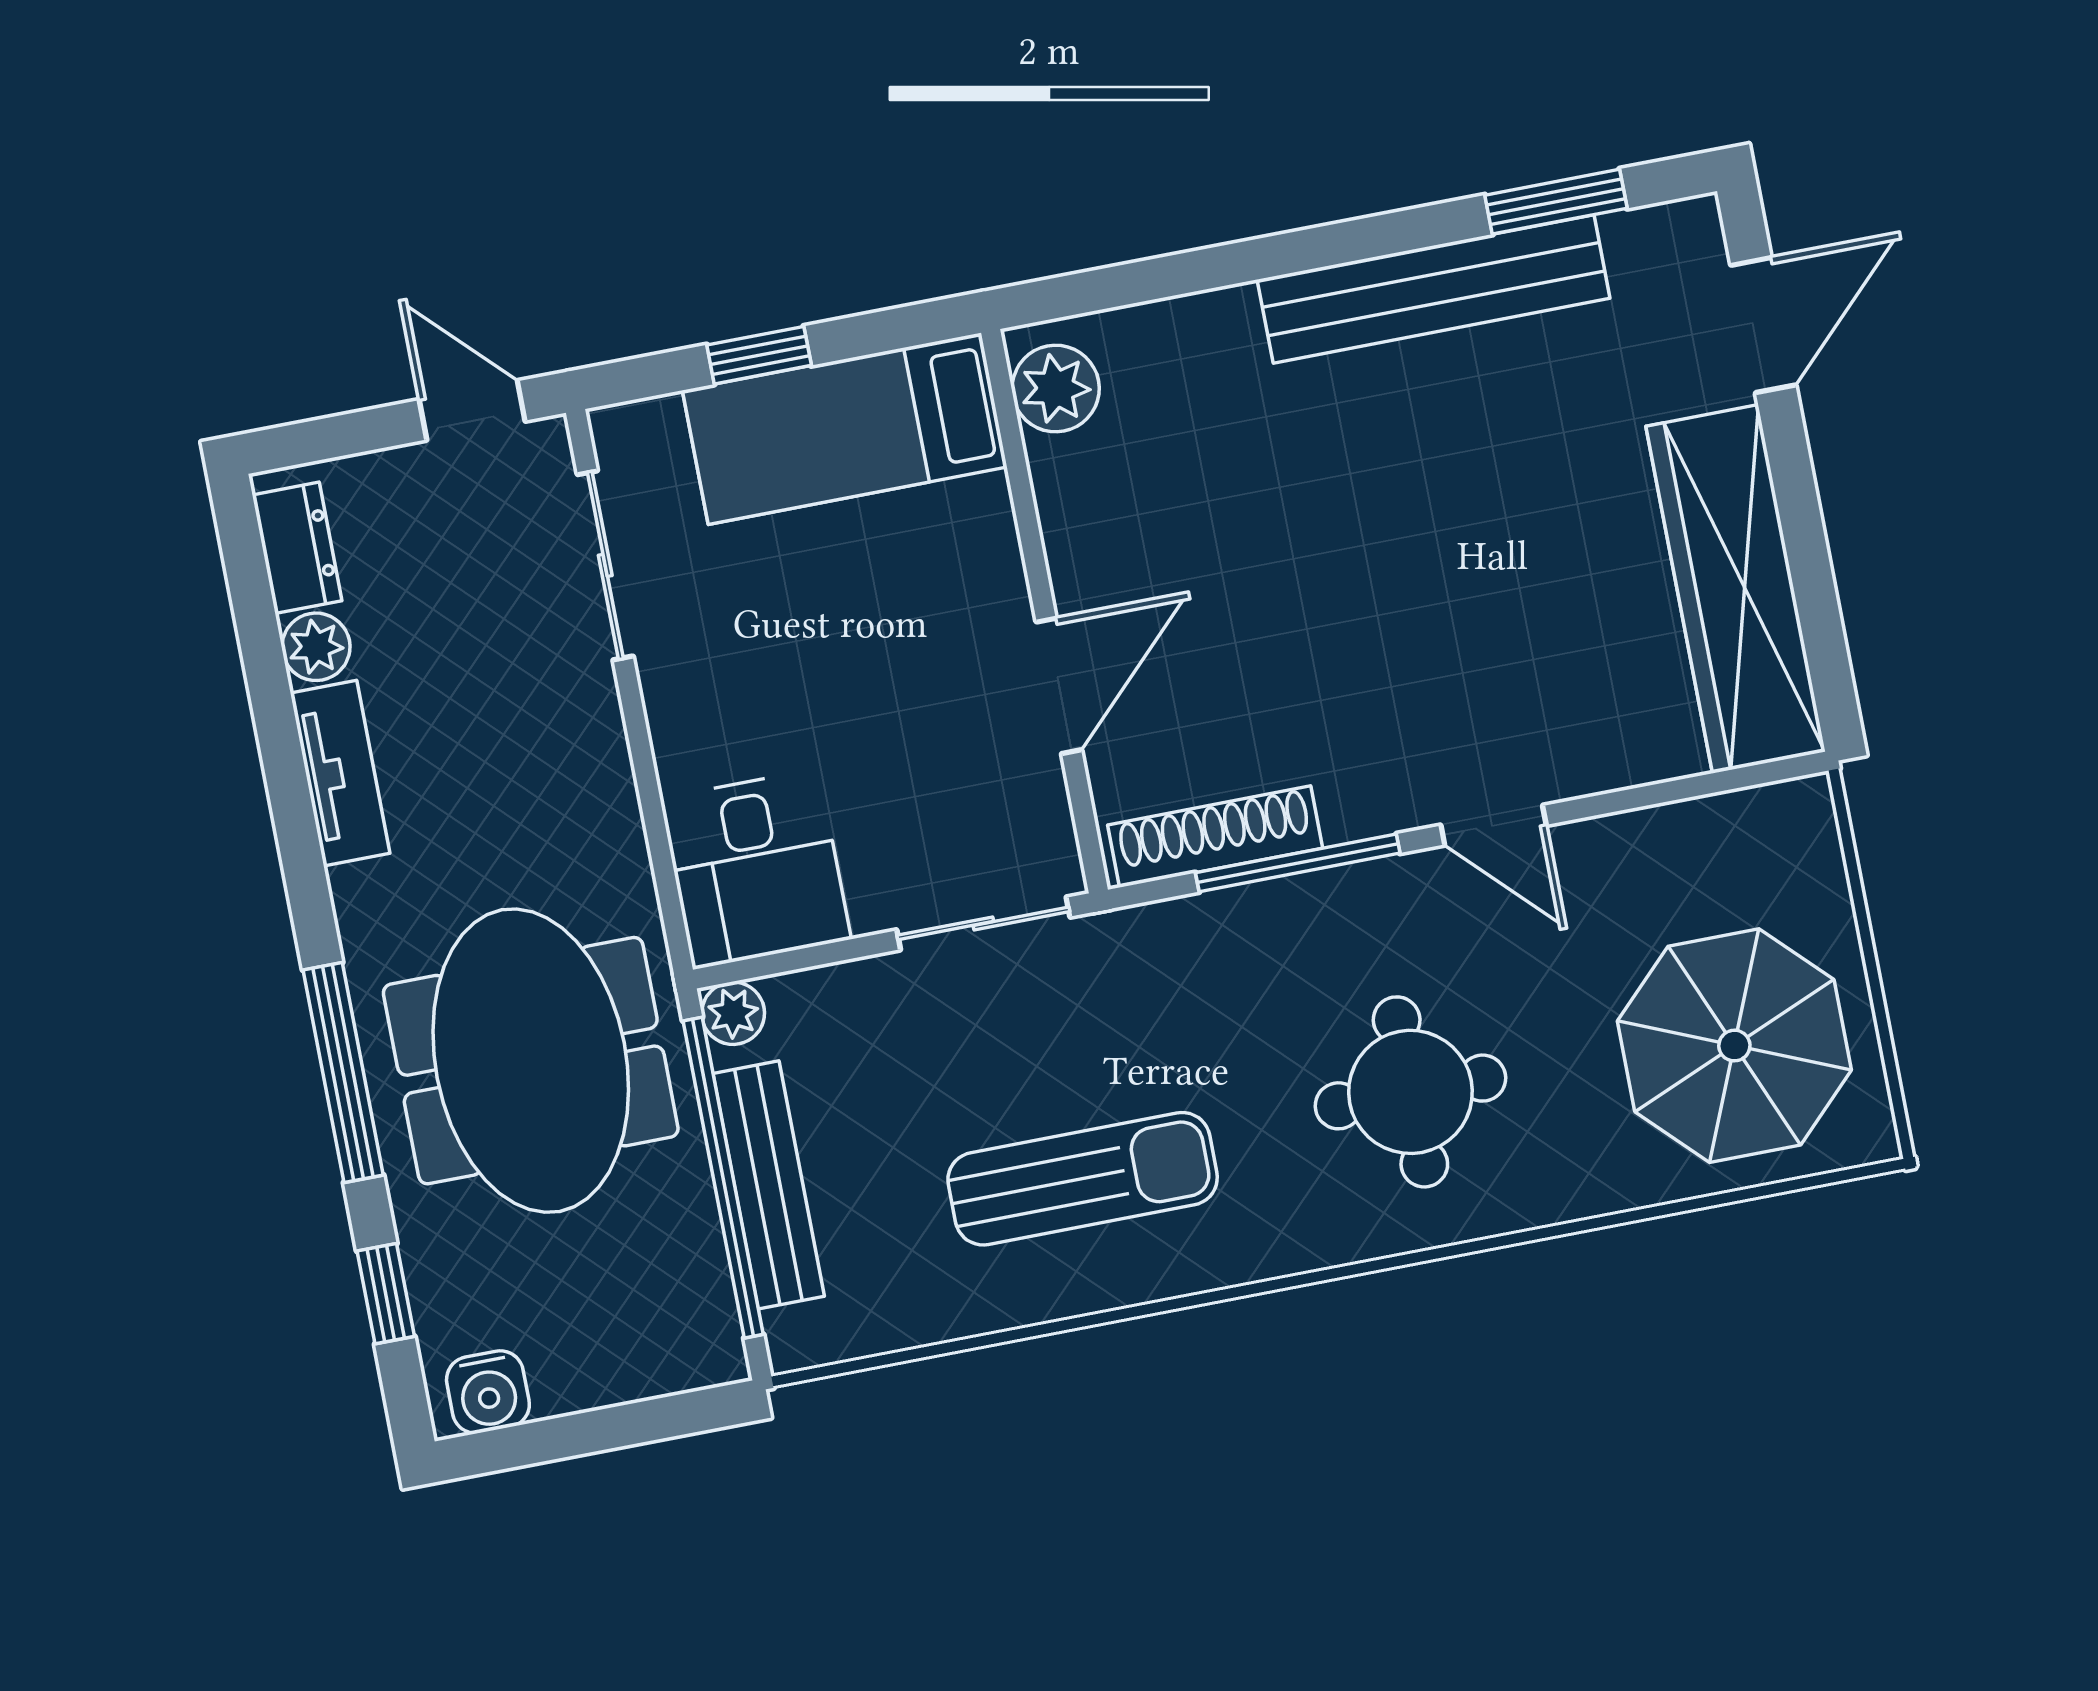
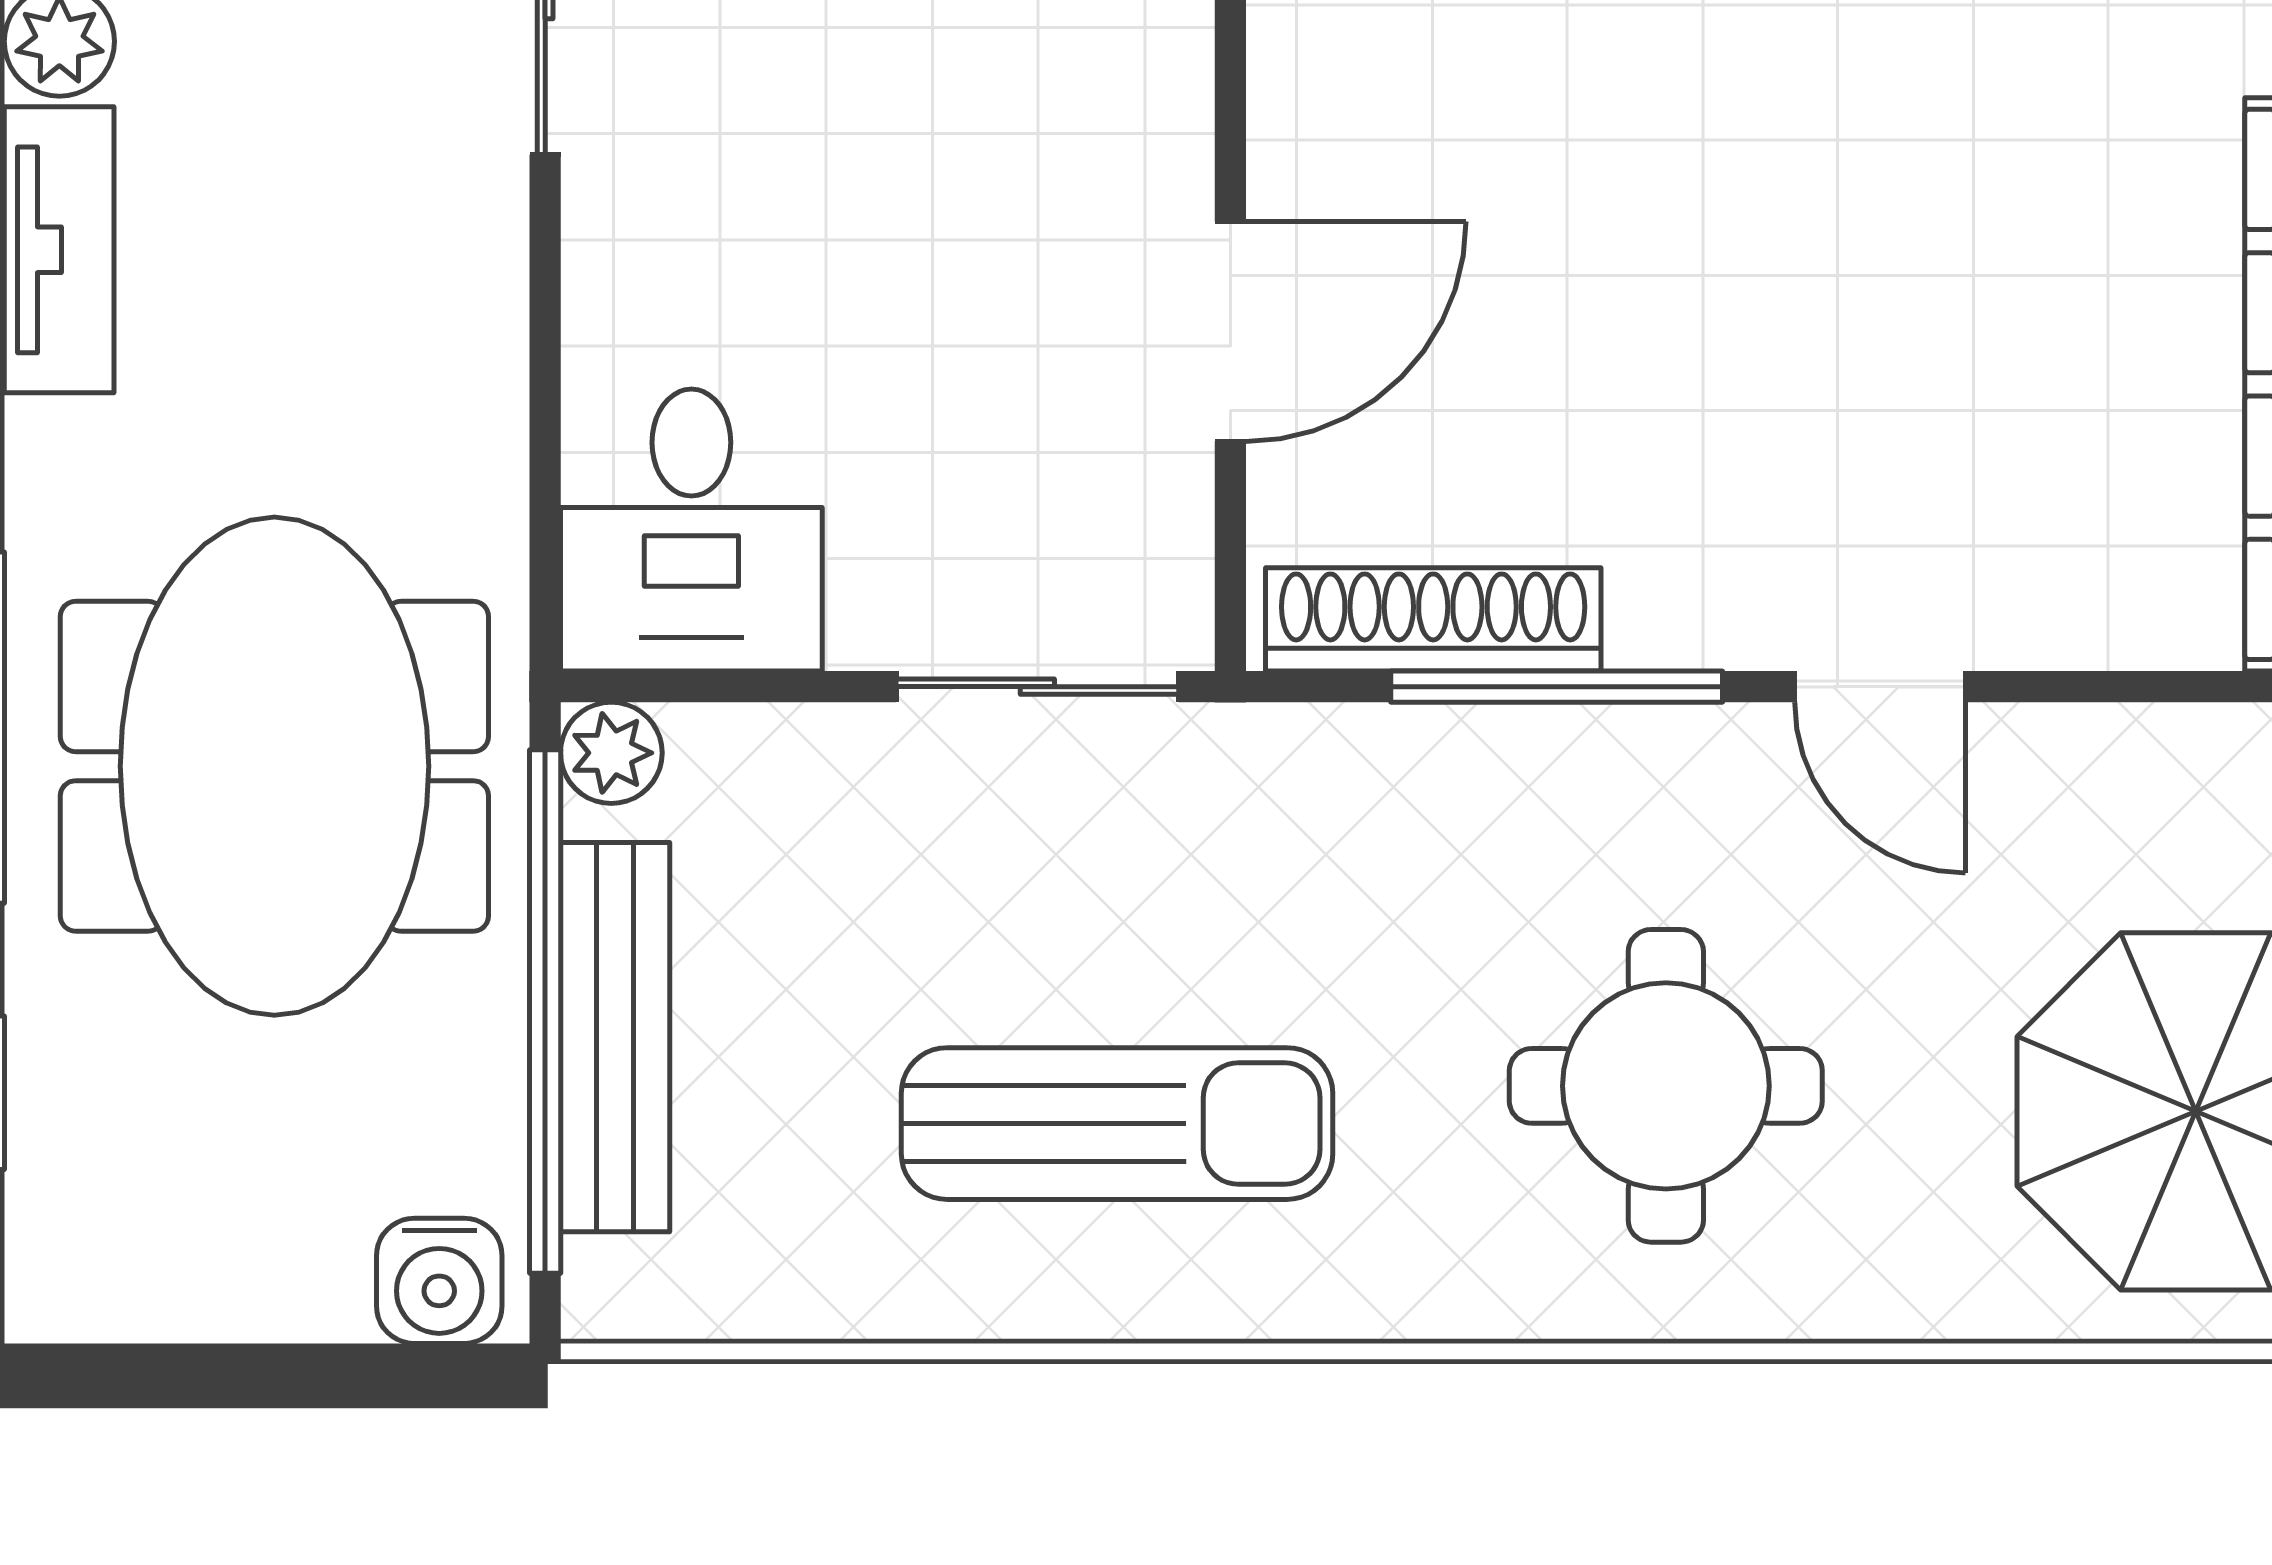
water cooler: (488, 1392) -> (439, 1281), moved

